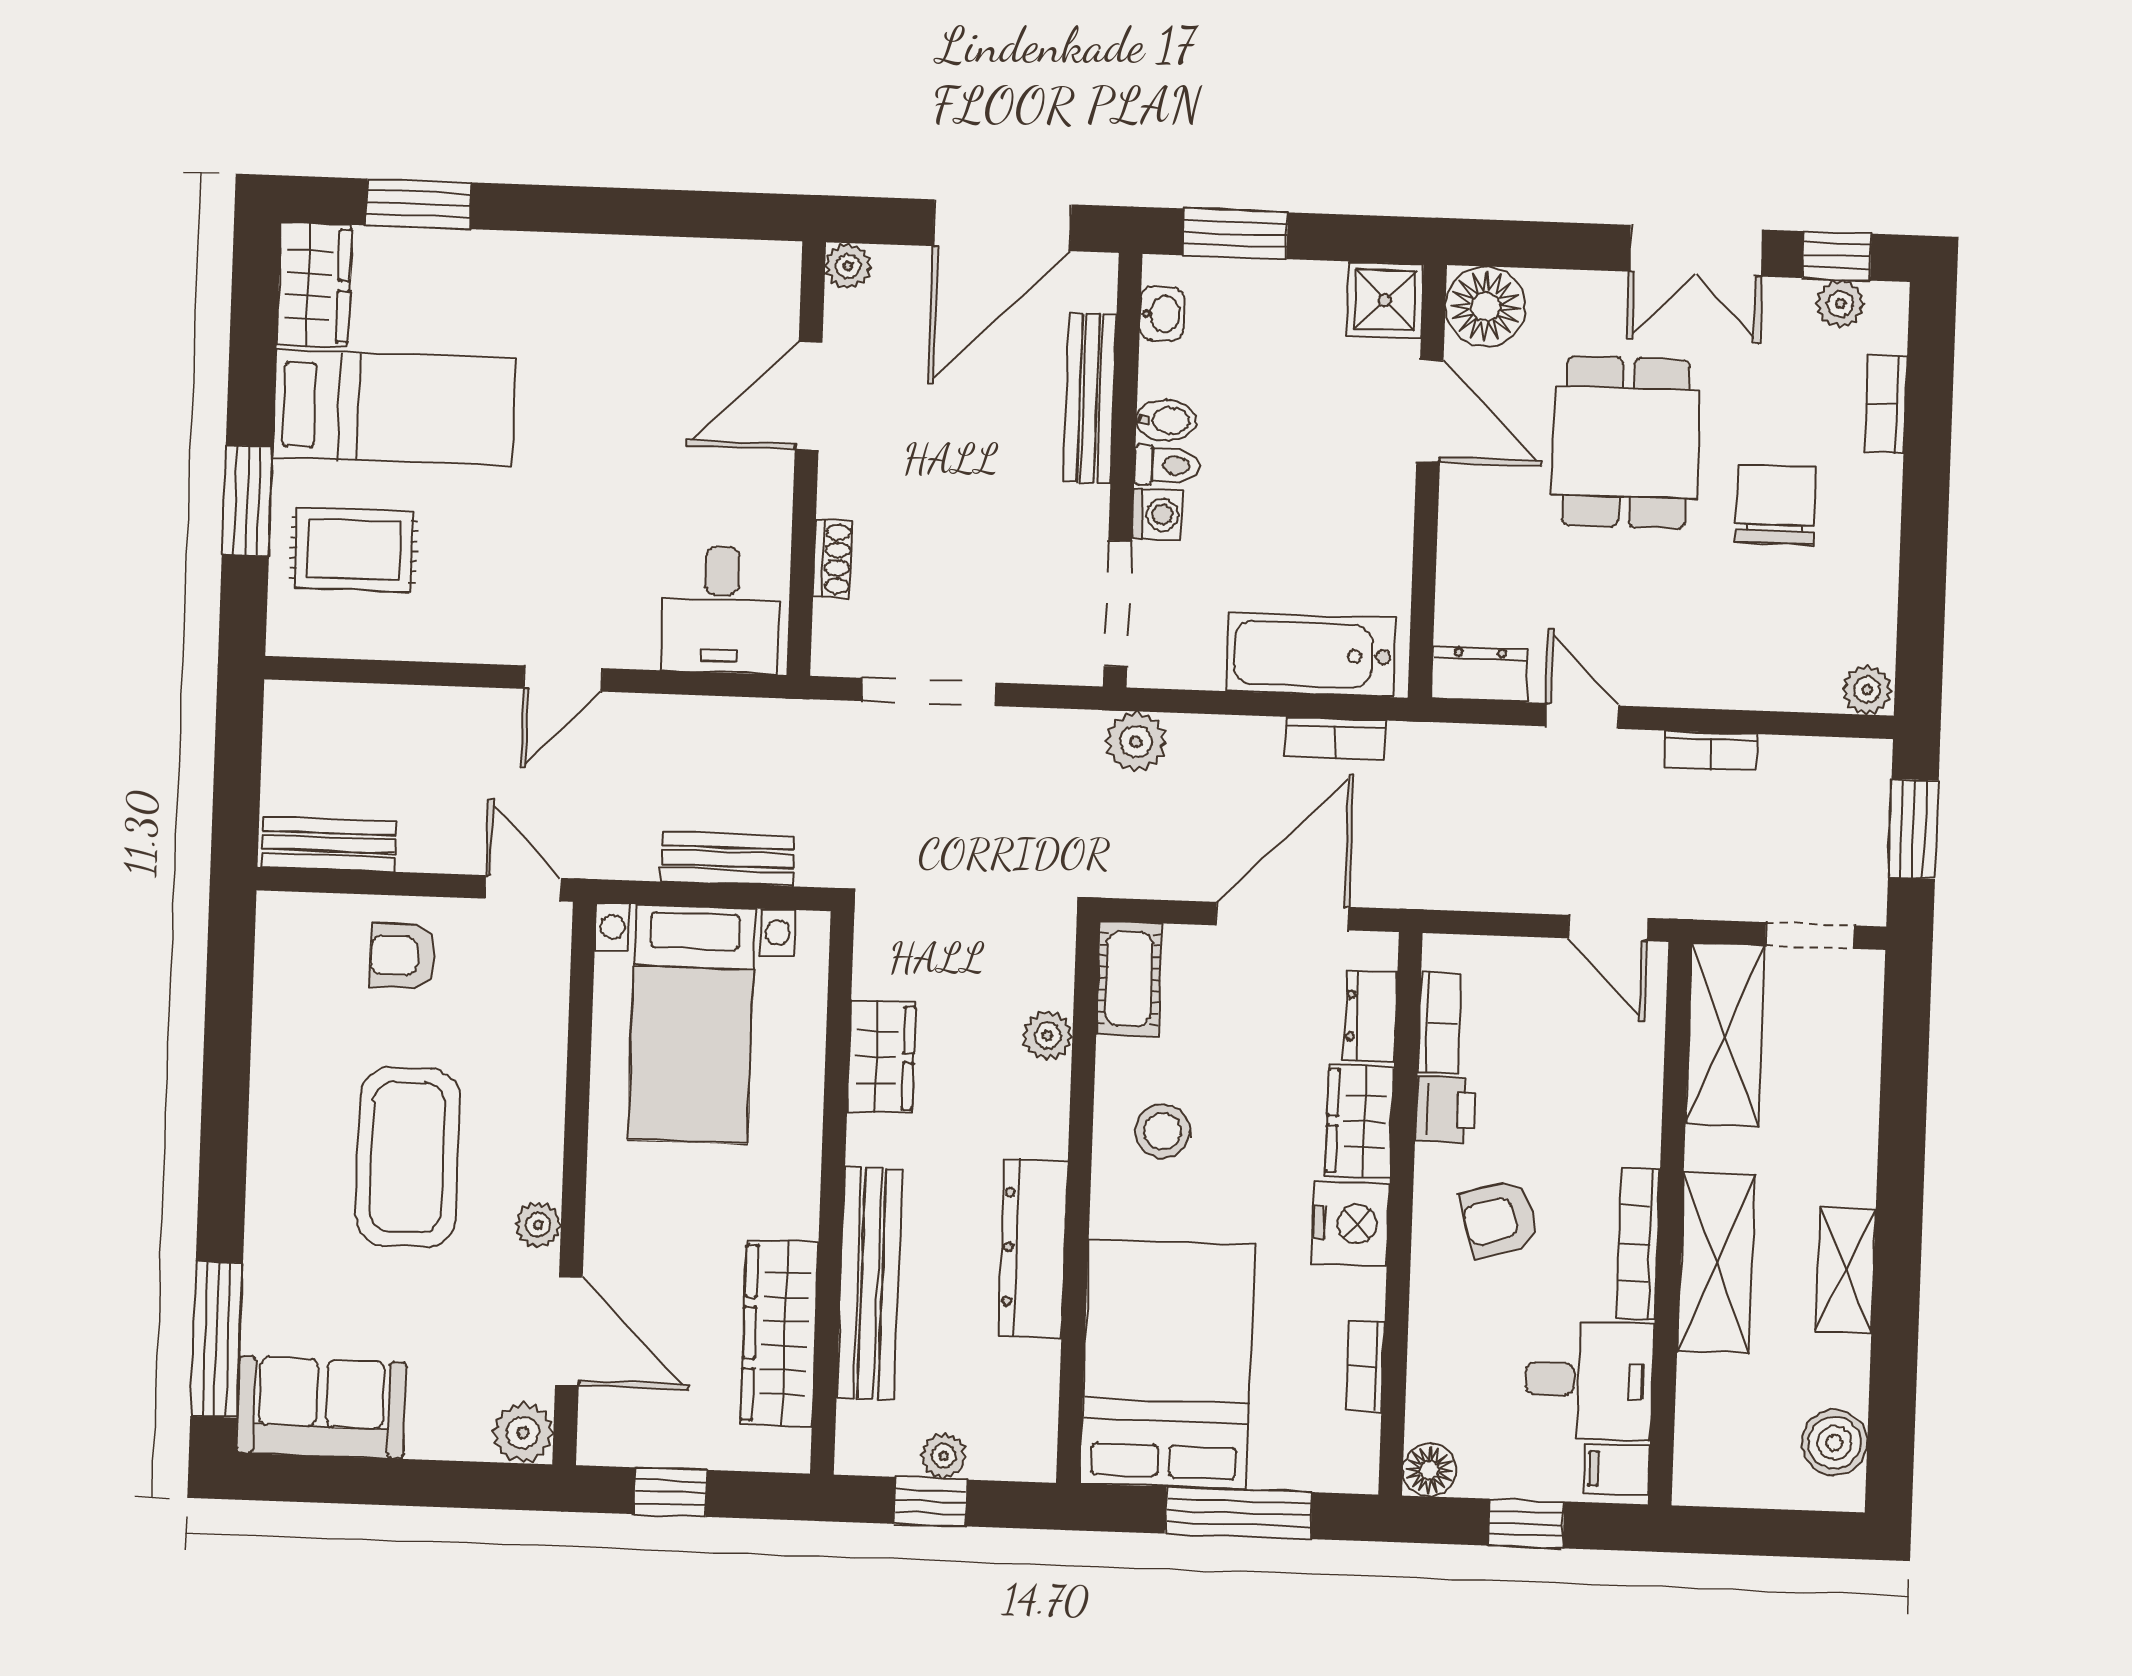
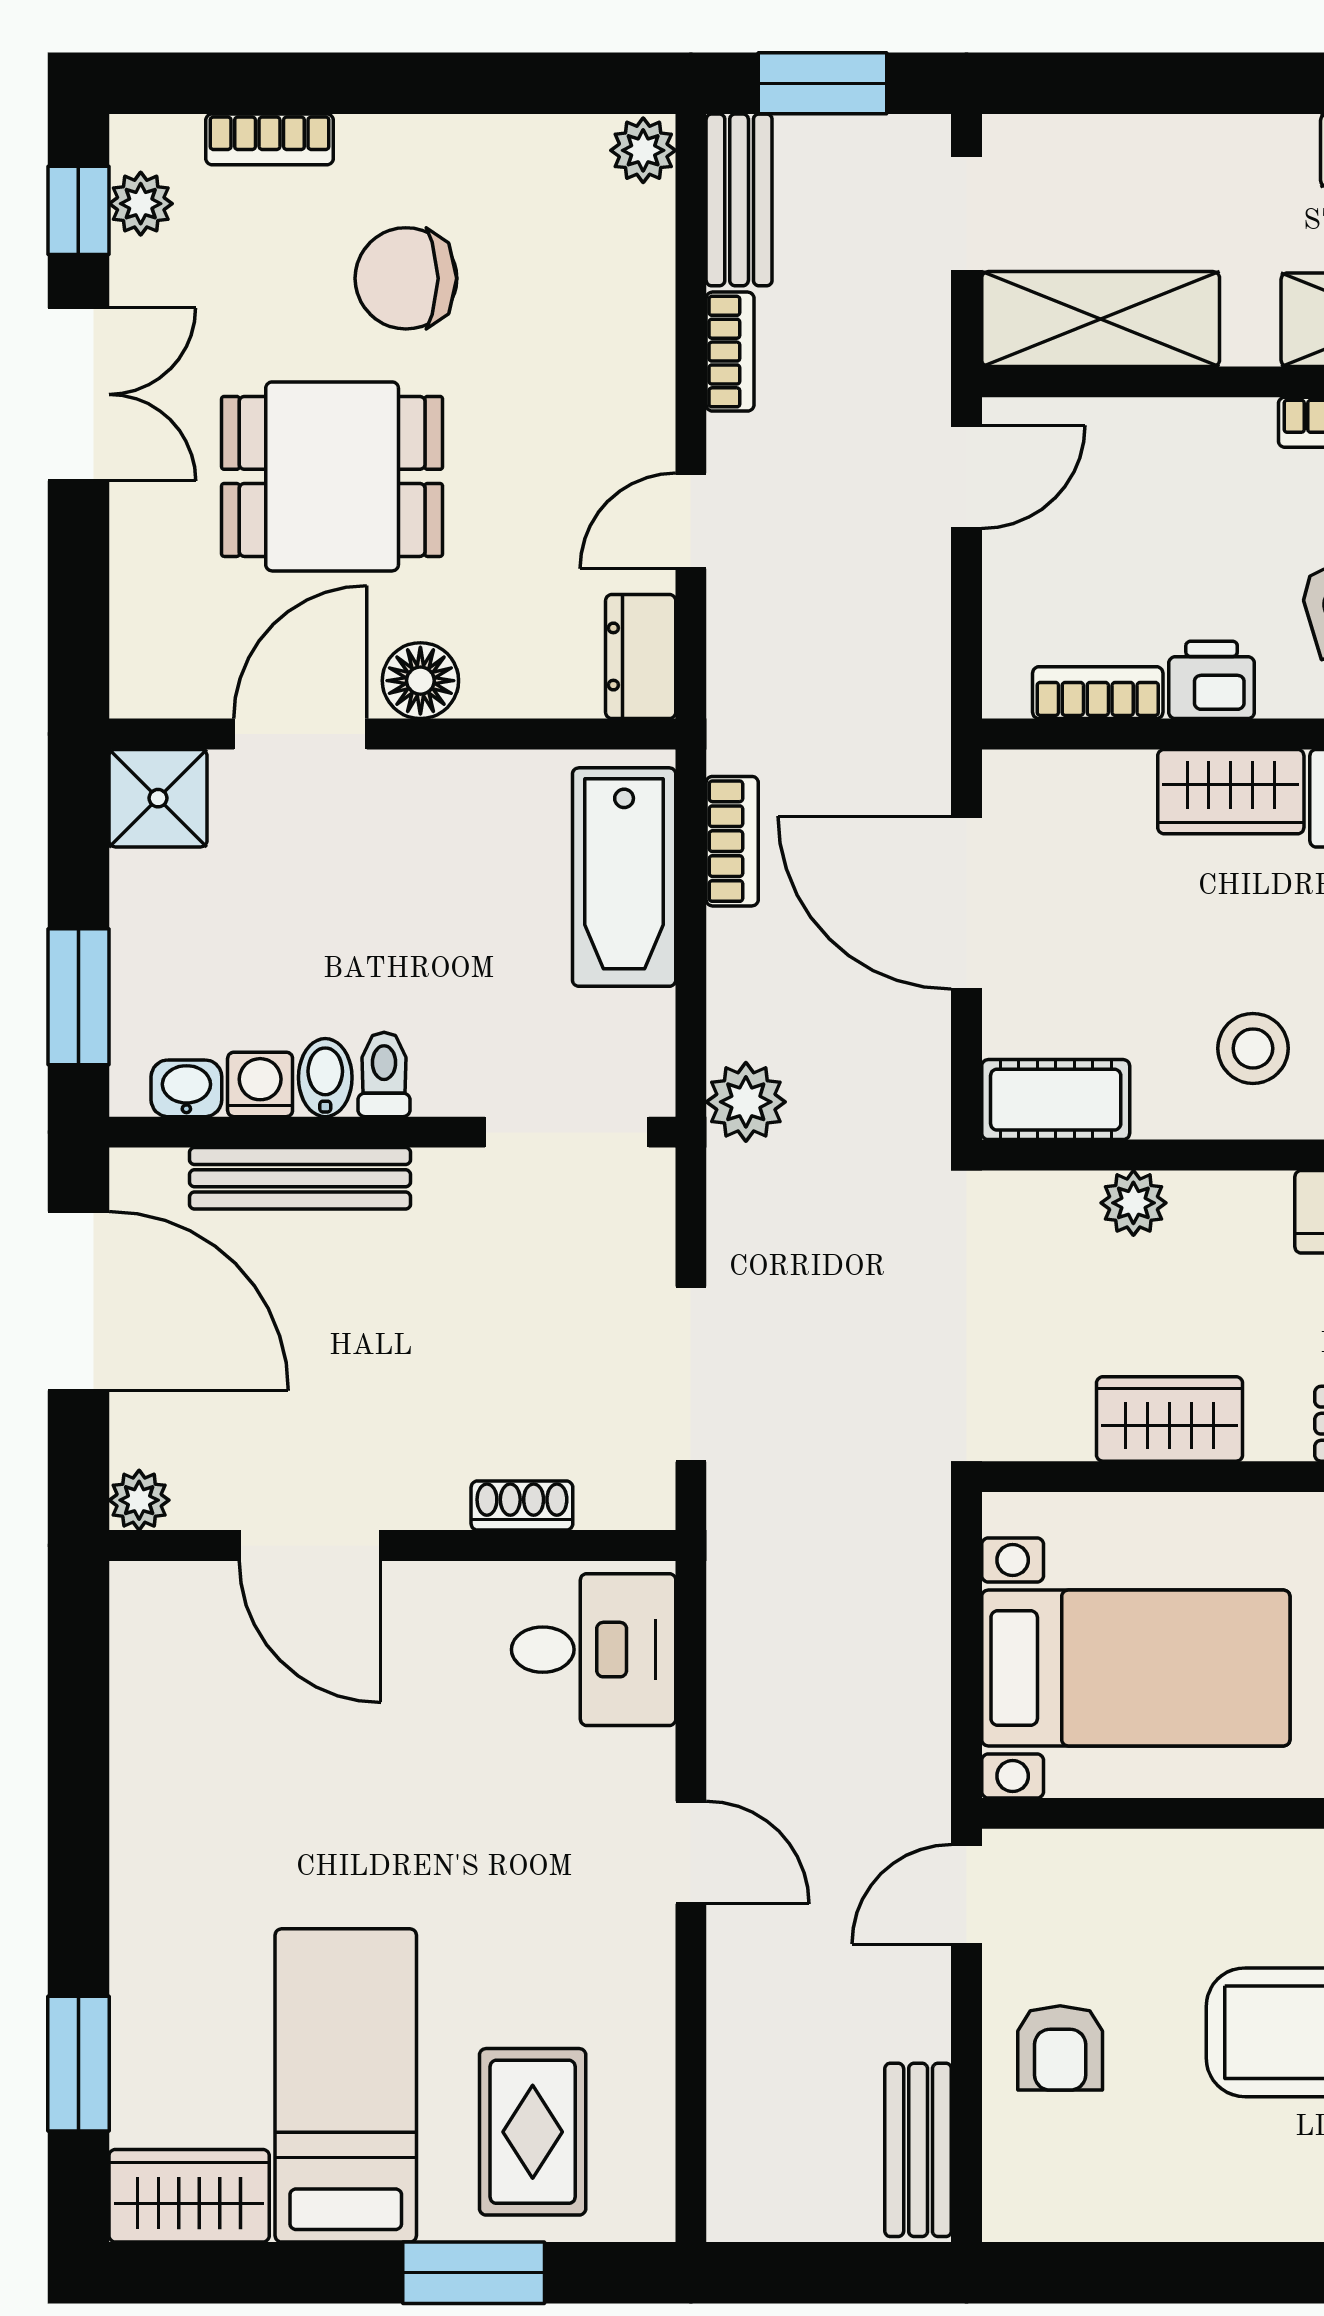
floor lamp: (1486, 307) -> (420, 681), moved, width x0.73, depth x0.73
washing machine: (1158, 515) -> (260, 1084), moved
bench: (728, 859) -> (739, 200), moved
dresser: (1371, 1016) -> (1093, 783), removed

